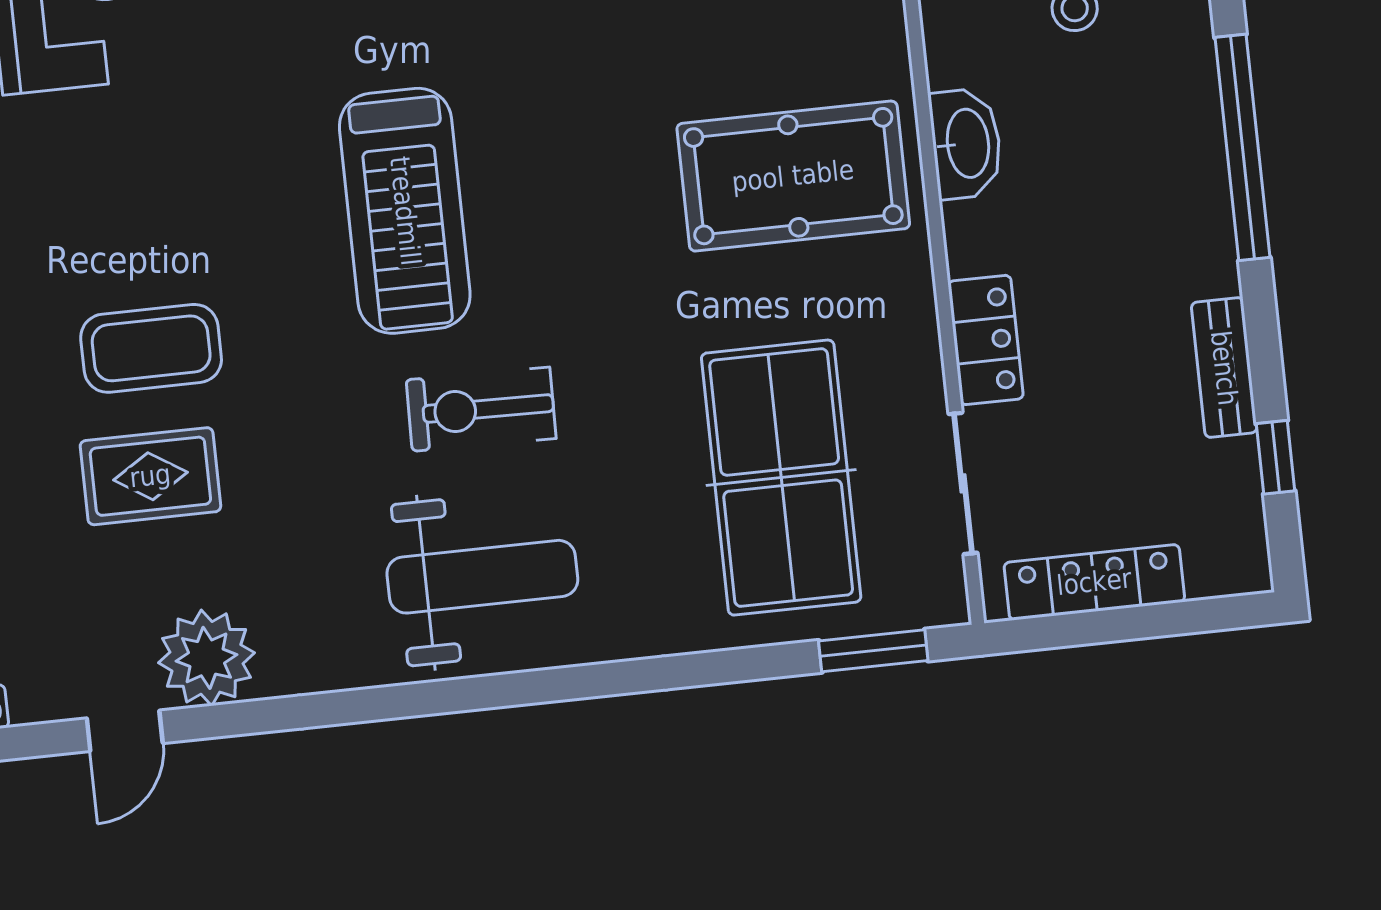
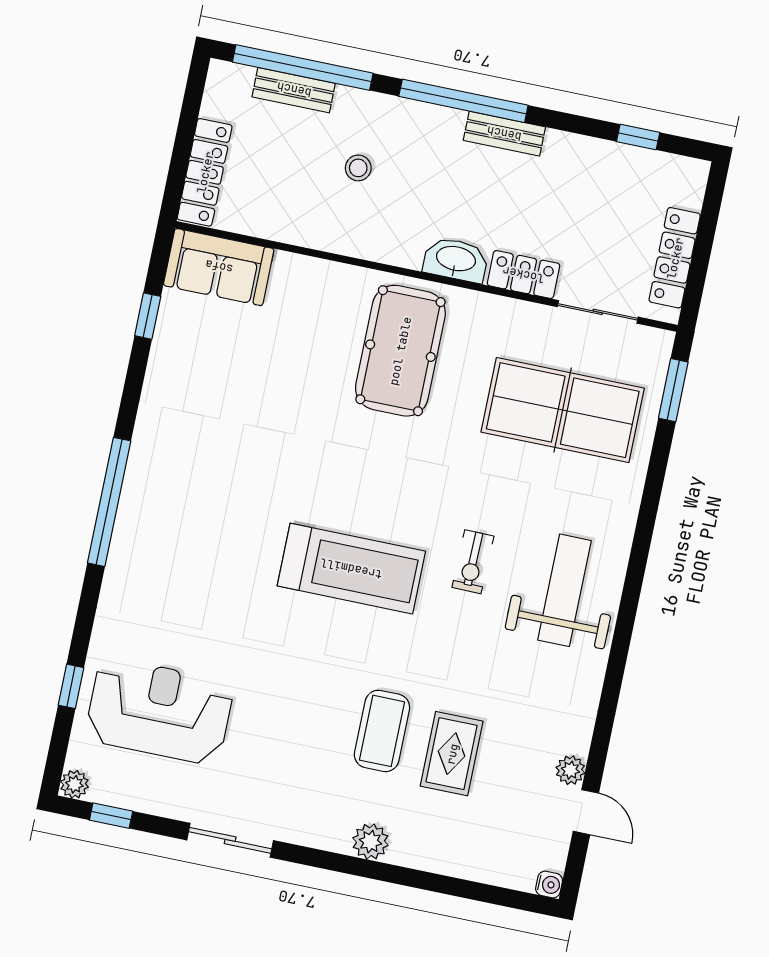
washbasin: (966, 144) -> (456, 260), moved
bench: (1224, 368) -> (504, 134), moved
exercise bike: (481, 409) -> (473, 562), width x0.73, depth x0.72
plant: (206, 658) -> (570, 770), width x0.53, depth x0.53

